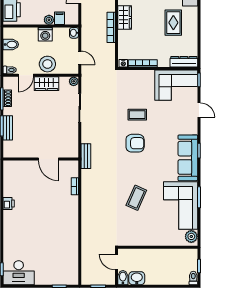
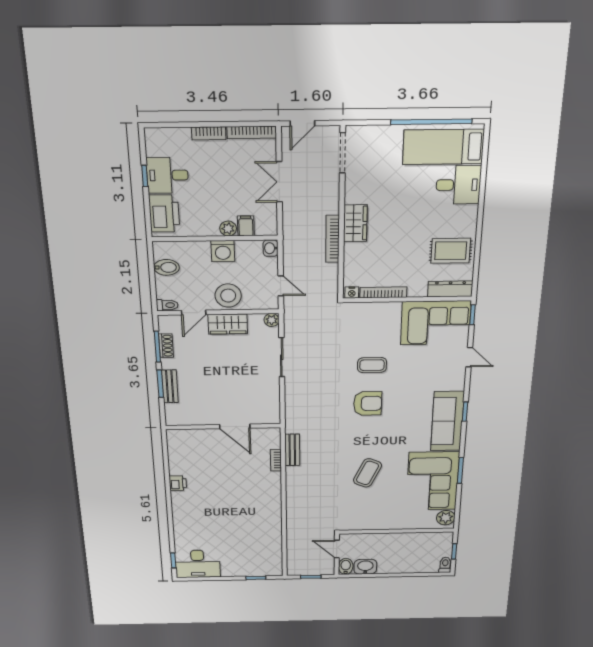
rug: (173, 23) -> (451, 251), moved, turned 90
bench: (86, 156) -> (292, 450), moved

